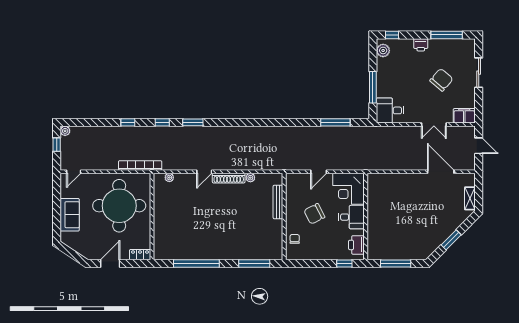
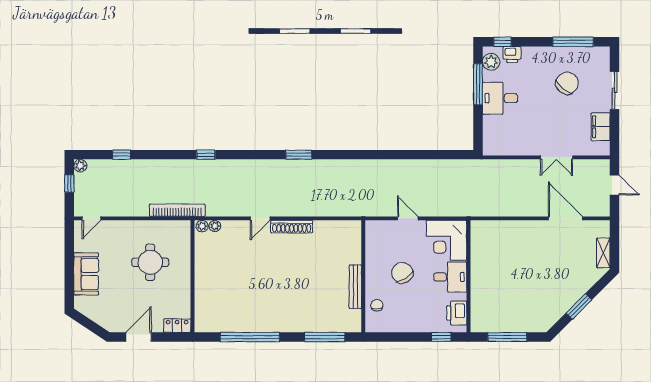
printer: (421, 45) -> (512, 55), moved
chair: (441, 80) -> (567, 83), moved
window: (373, 87) -> (478, 84), moved
desk: (390, 110) -> (500, 98), moved
filing cabinet: (464, 116) -> (601, 127), moved, turned -90
window: (128, 122) -> (122, 155), moved
window: (193, 122) -> (299, 155), moved
window: (335, 122) -> (429, 155), removed
door: (319, 172) -> (408, 218), swing flipped
plant: (250, 178) -> (202, 226), moved
bench: (278, 202) -> (355, 287), moved
round table: (119, 206) -> (150, 262), width x0.54, depth x0.54
chair: (314, 214) -> (402, 273), turned 85

